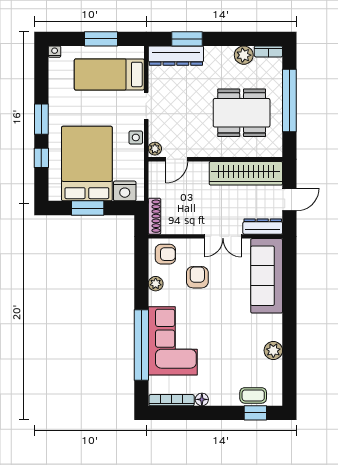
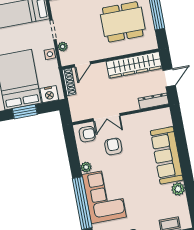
plant: (155, 149) -> (63, 47), moved
shoe rack: (154, 216) -> (69, 82), moved
double door: (223, 236) -> (107, 117), moved
sofa: (267, 276) -> (167, 155), moved
plant: (156, 284) -> (86, 167), moved

